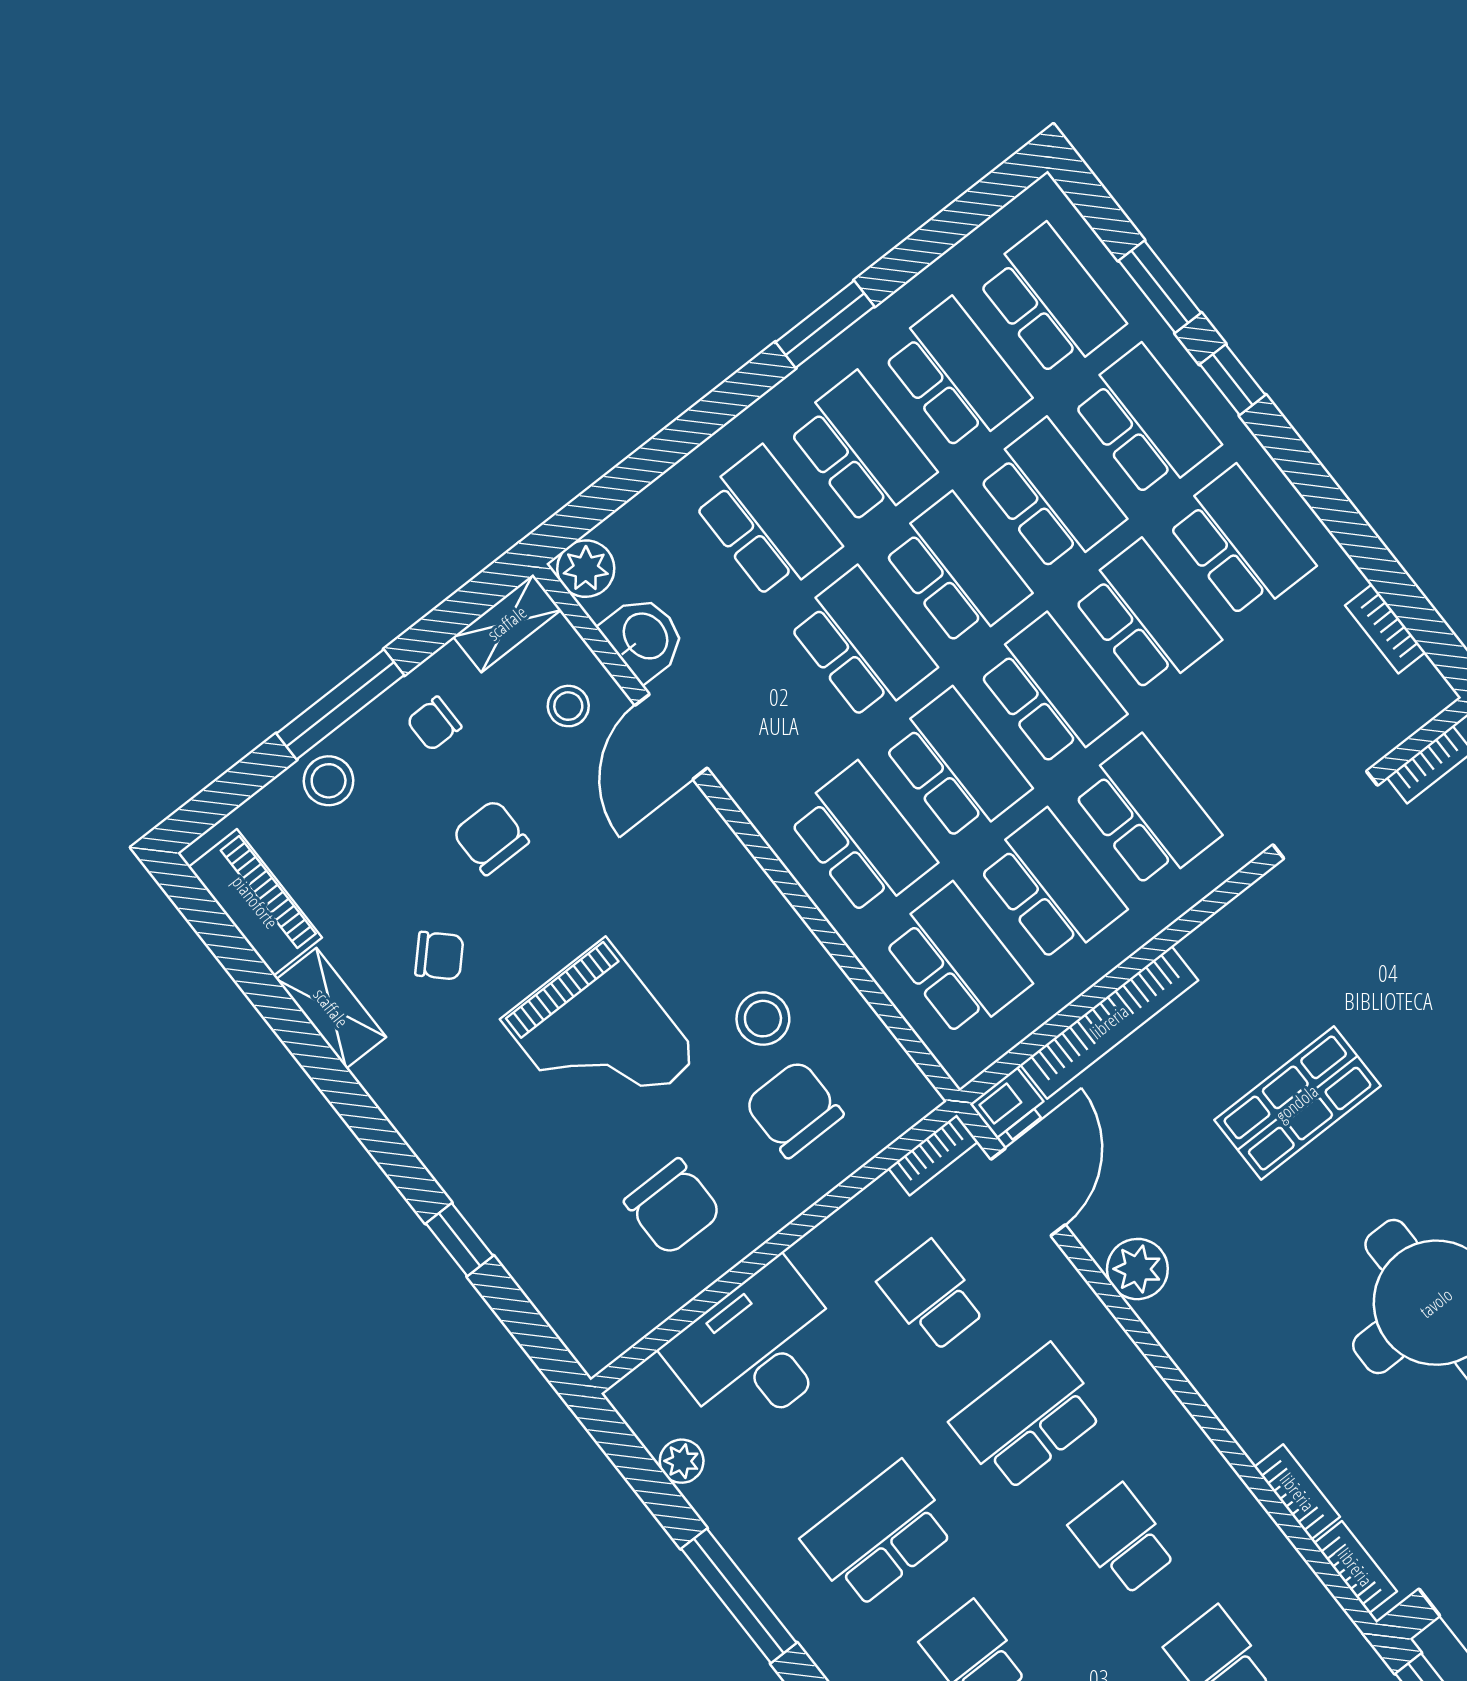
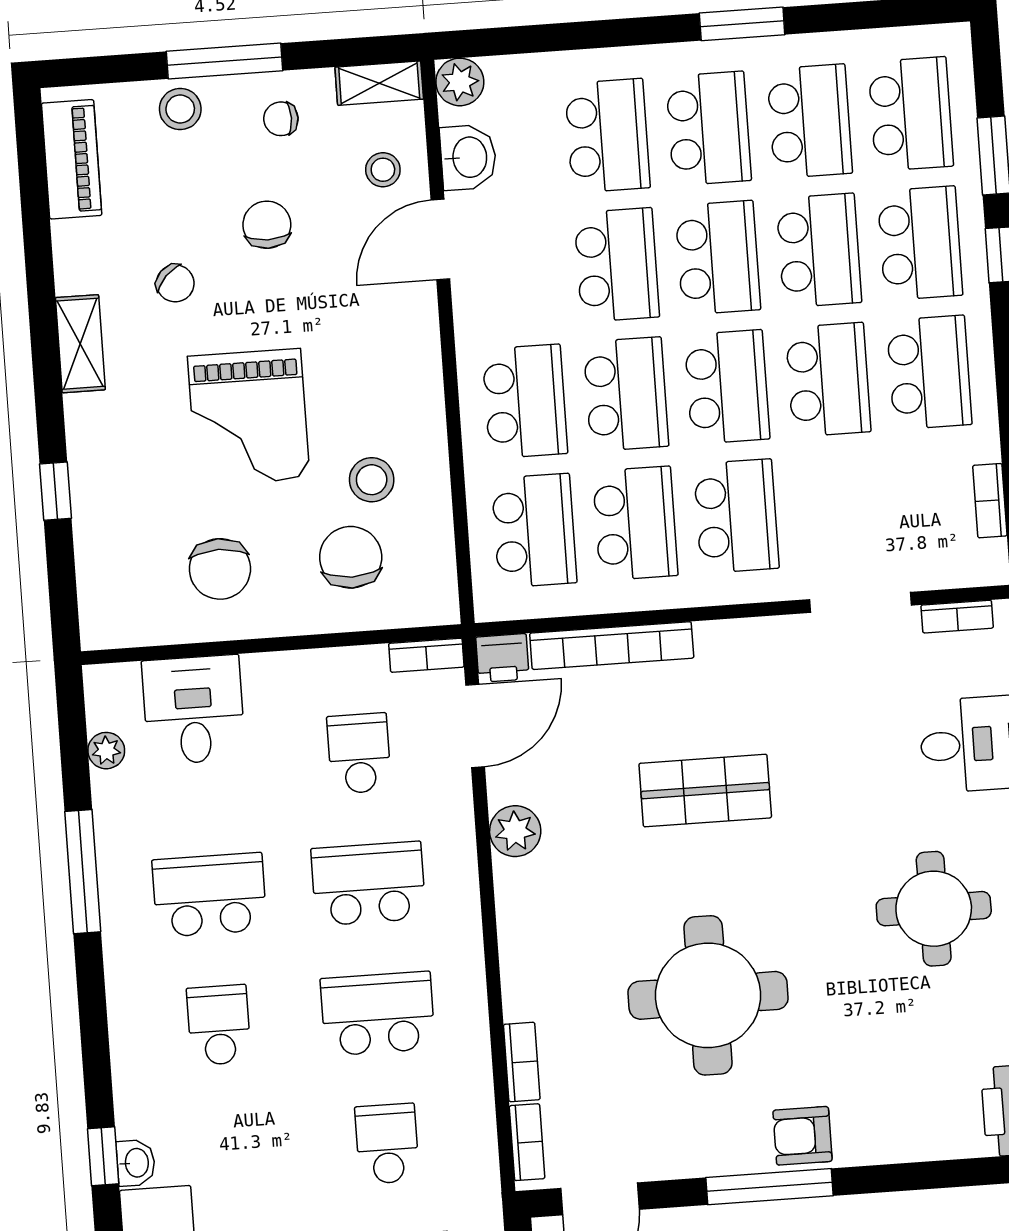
shelving: (331, 1008) -> (80, 344), moved
desk: (758, 1350) -> (194, 710), width x0.73
school desk: (1123, 1540) -> (378, 1014), width x1.85

